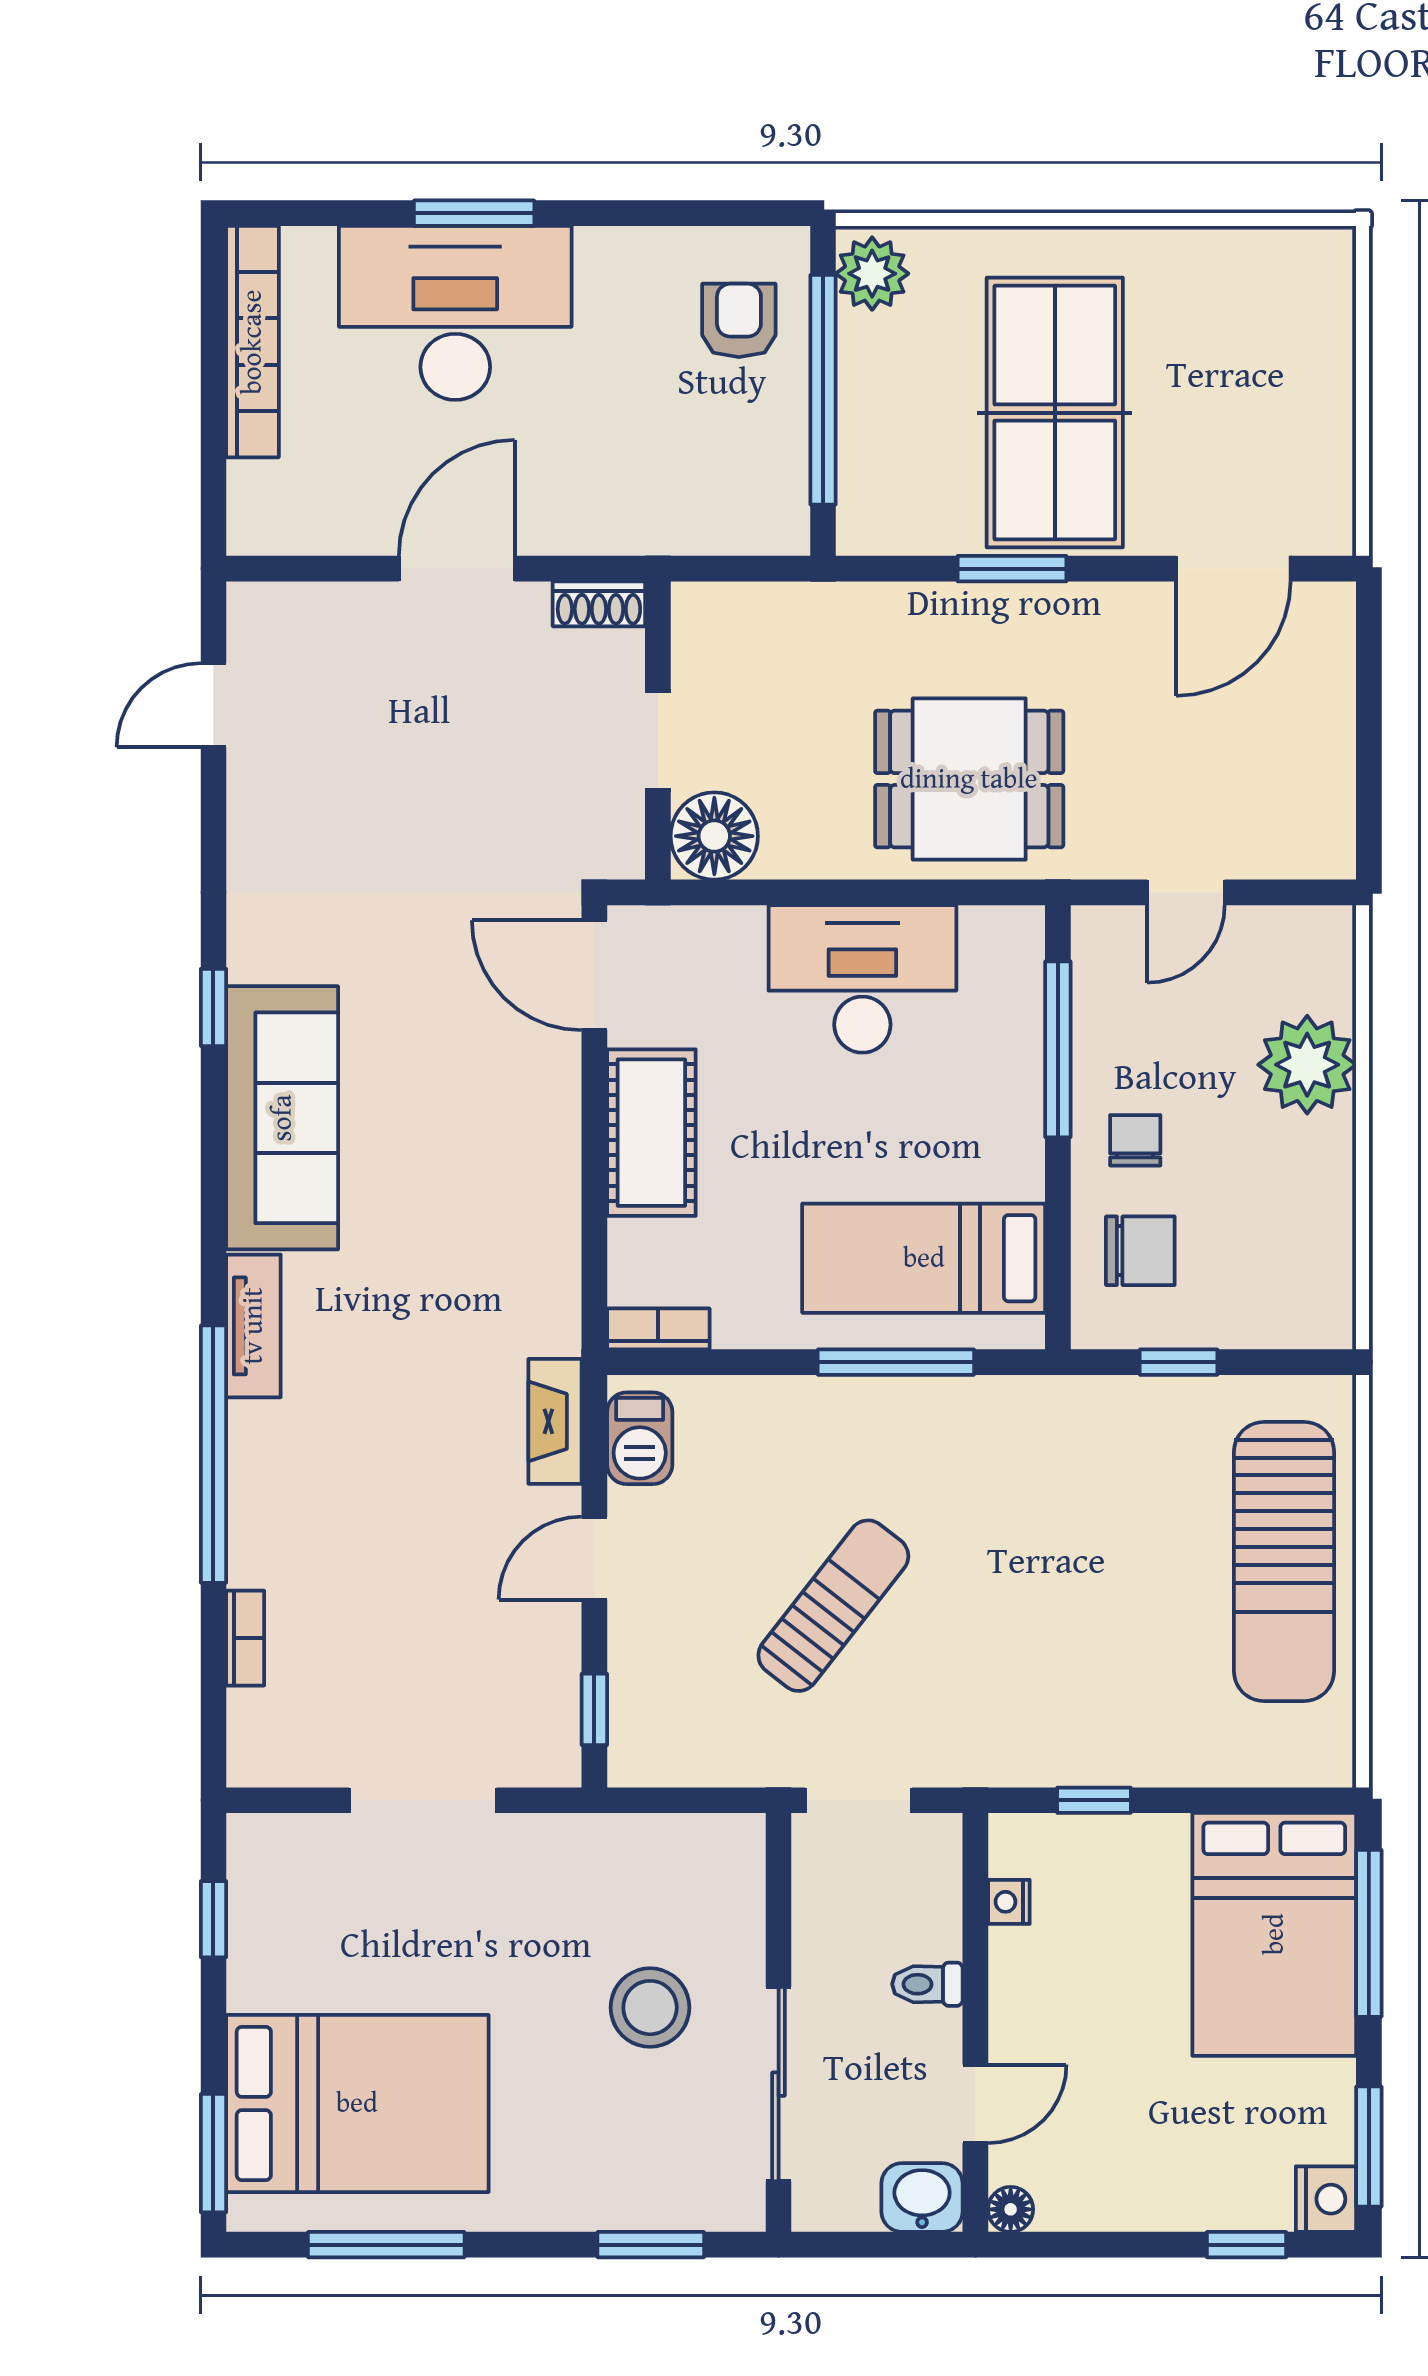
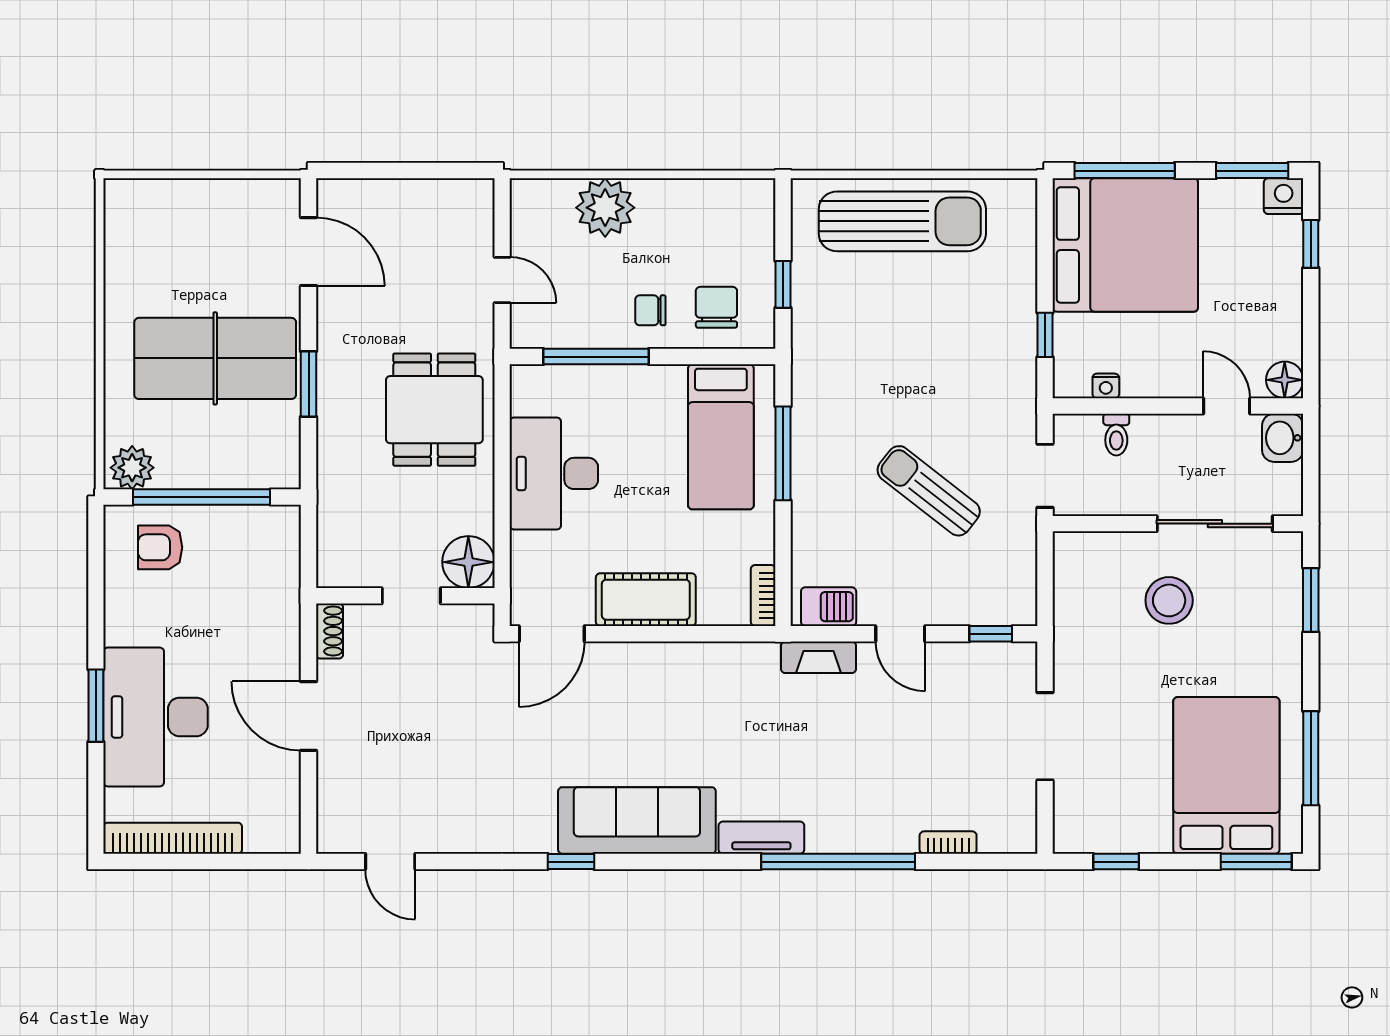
bed: (1274, 1934) -> (1125, 245), width x1.36
toilet: (927, 1984) -> (1116, 435), moved
floor lamp: (1011, 2209) -> (1285, 380), width x1.37, depth x1.37

